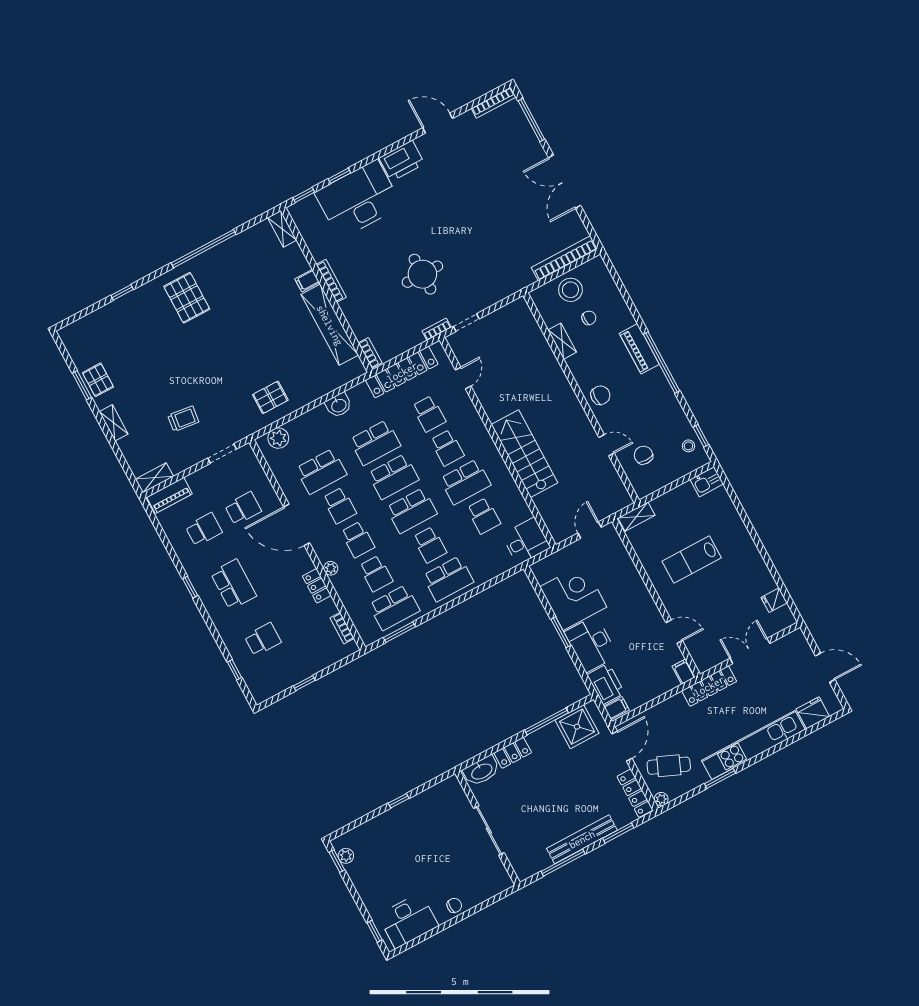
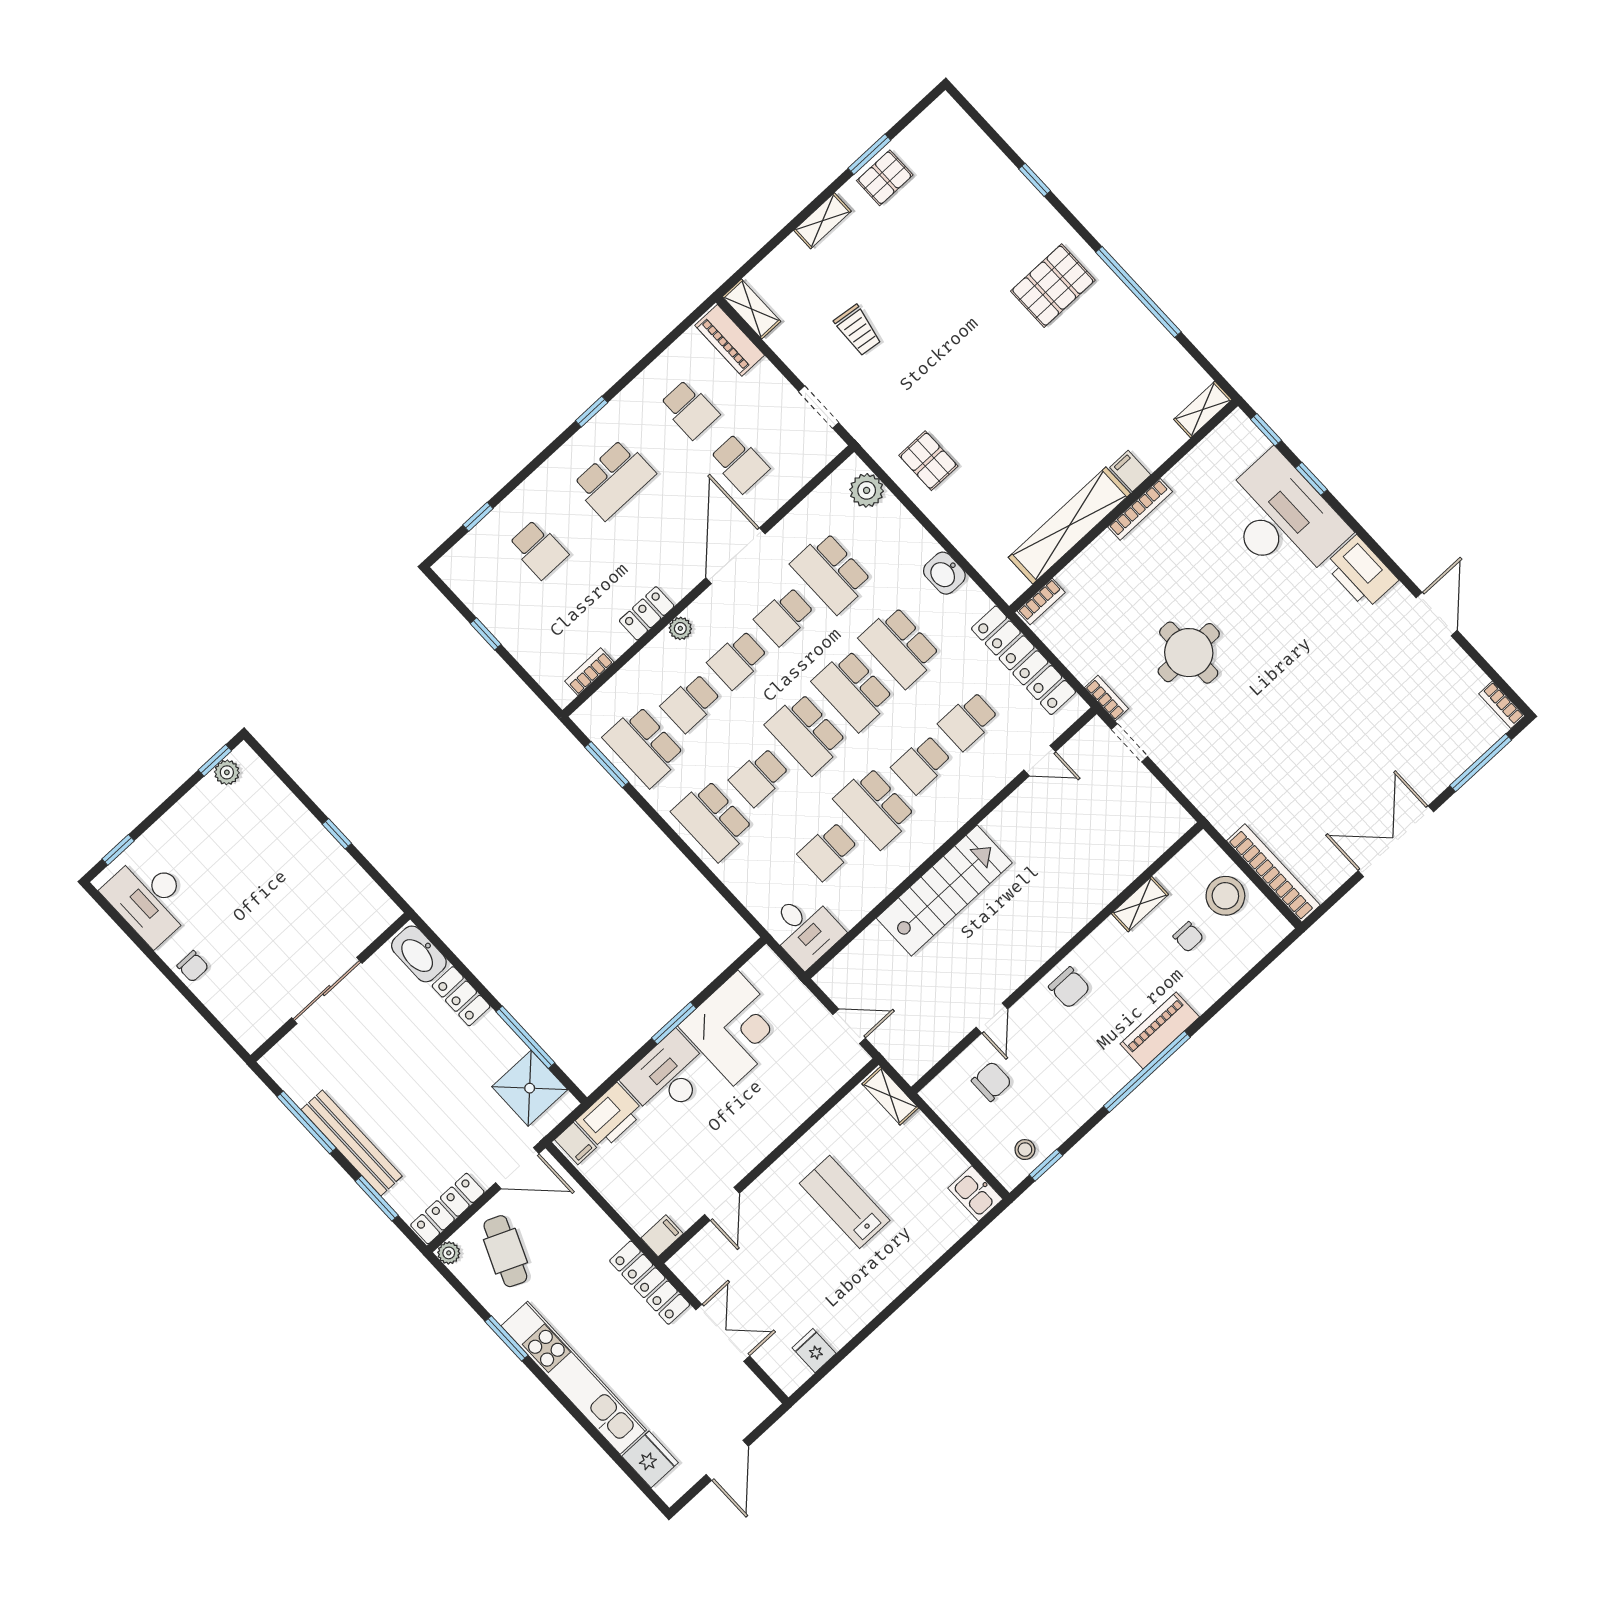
bookcase: (494, 103) -> (1502, 705), width x0.64

